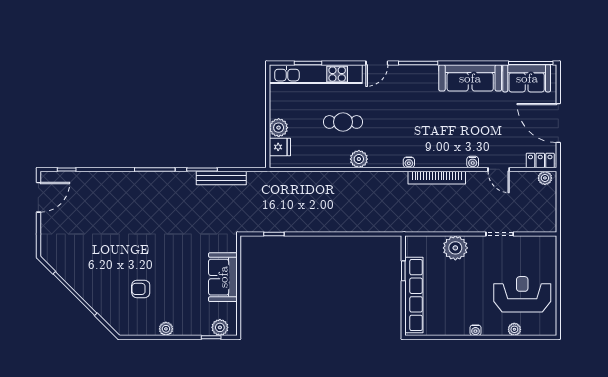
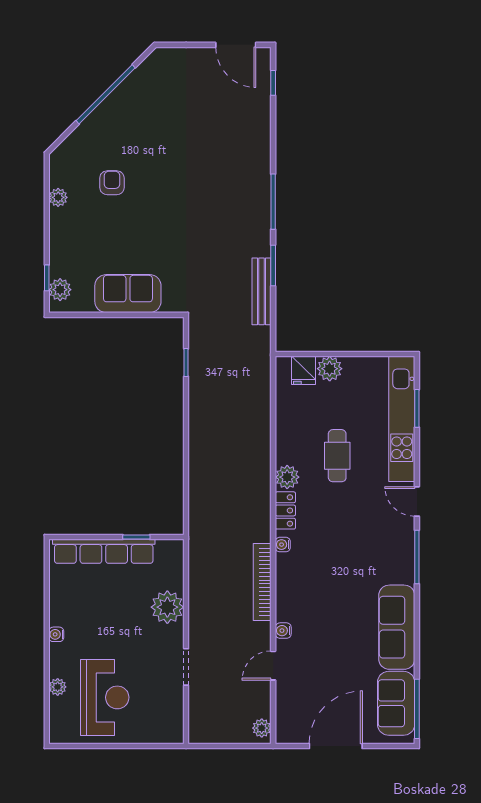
locker: (540, 160) -> (285, 510), moved
plant: (166, 329) -> (58, 197), moved

